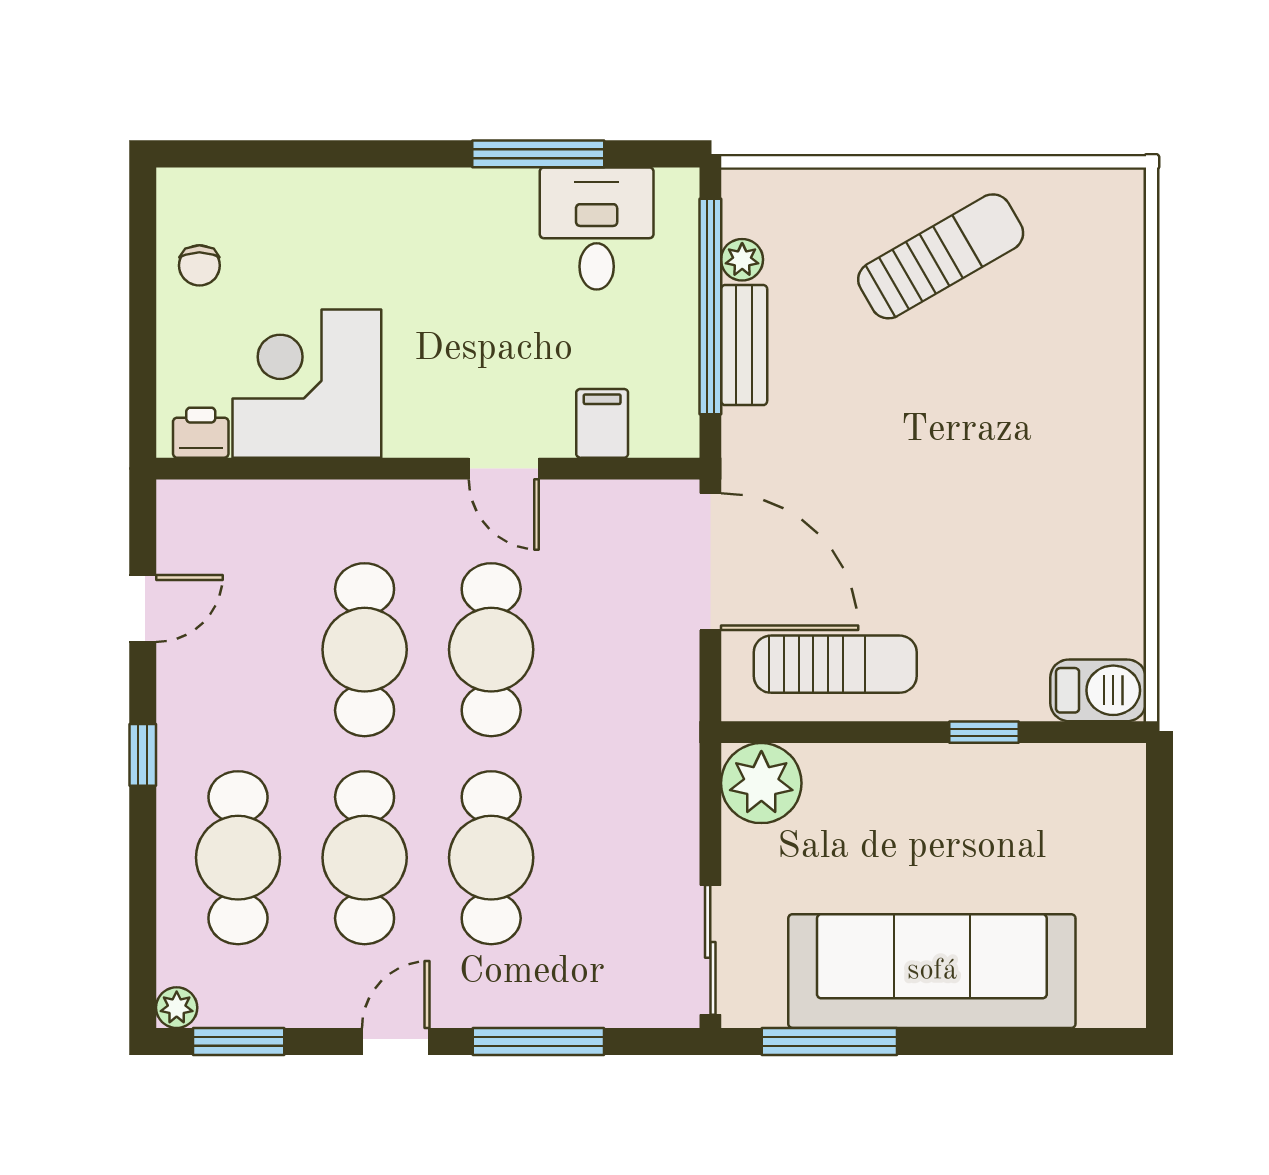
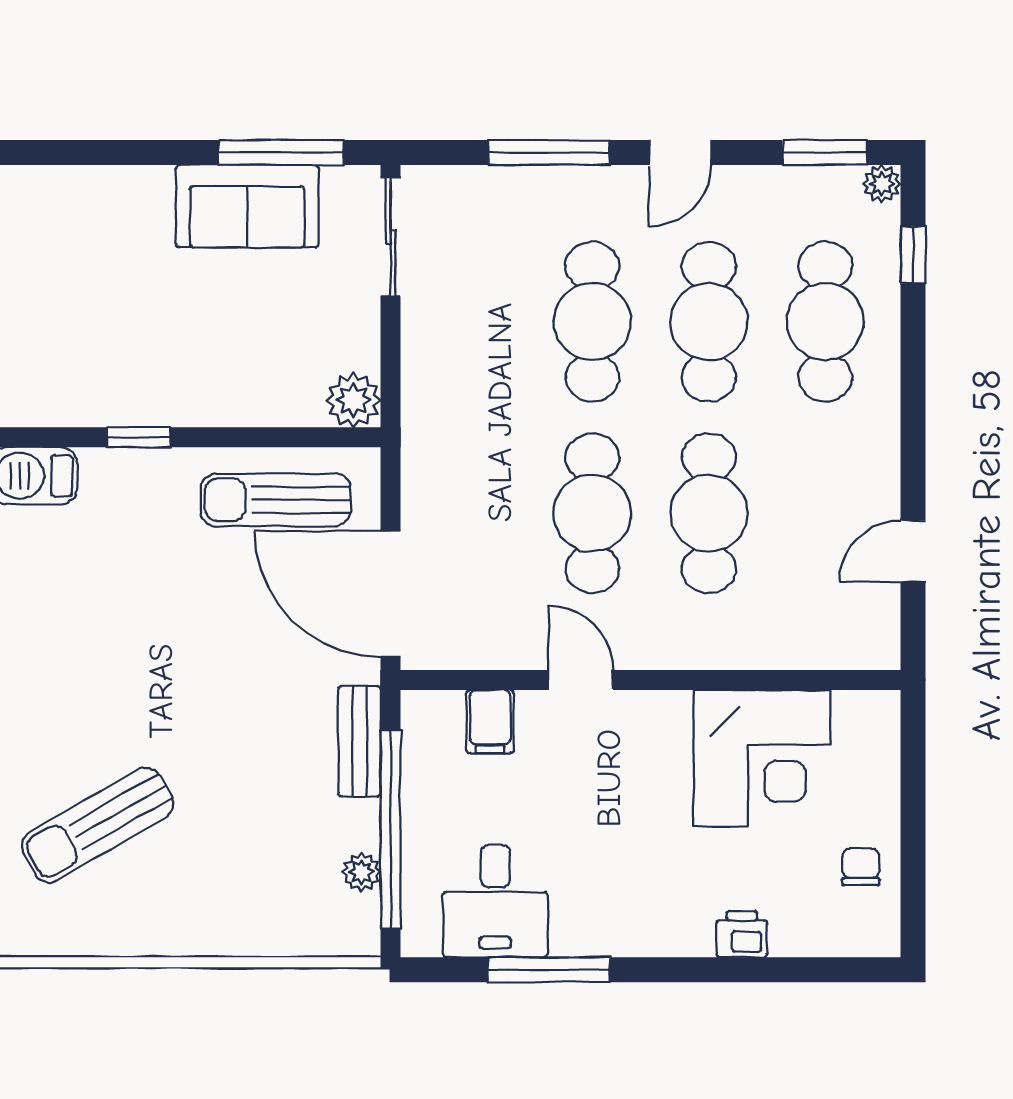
sun lounger: (941, 256) -> (98, 825), moved
bench: (744, 345) -> (359, 741), moved
printer: (201, 433) -> (742, 934), moved, turned 180
window: (143, 755) -> (913, 255), moved
plant: (761, 783) -> (354, 400), width x0.73, depth x0.73
sofa: (932, 971) -> (247, 206), width x0.54, depth x0.79

